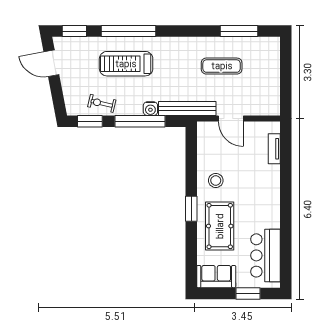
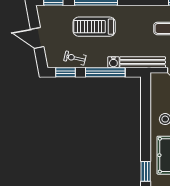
door: (51, 63) -> (37, 38), moved
window: (191, 209) -> (146, 171), moved

